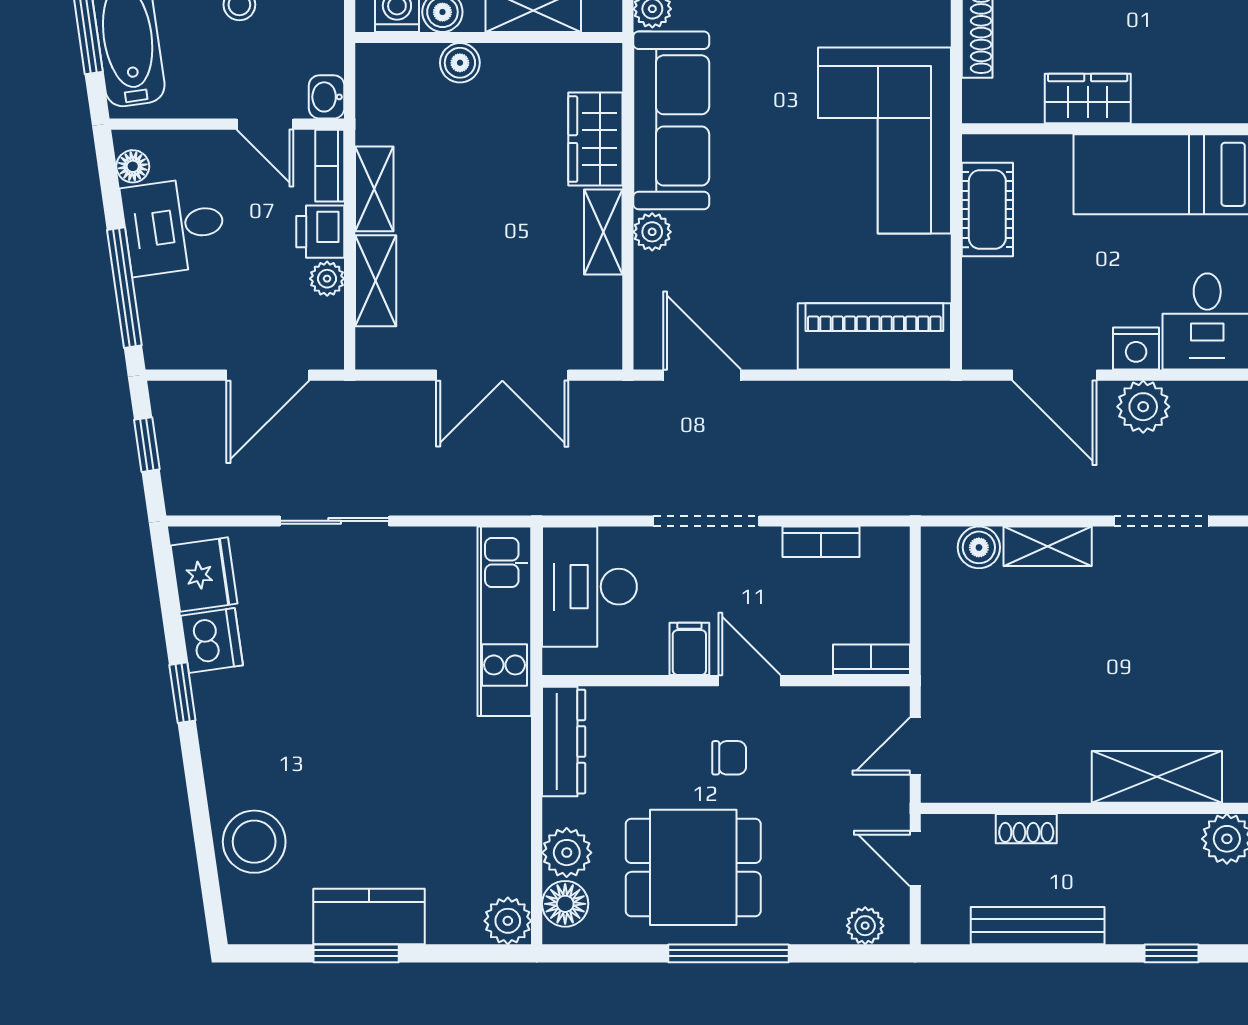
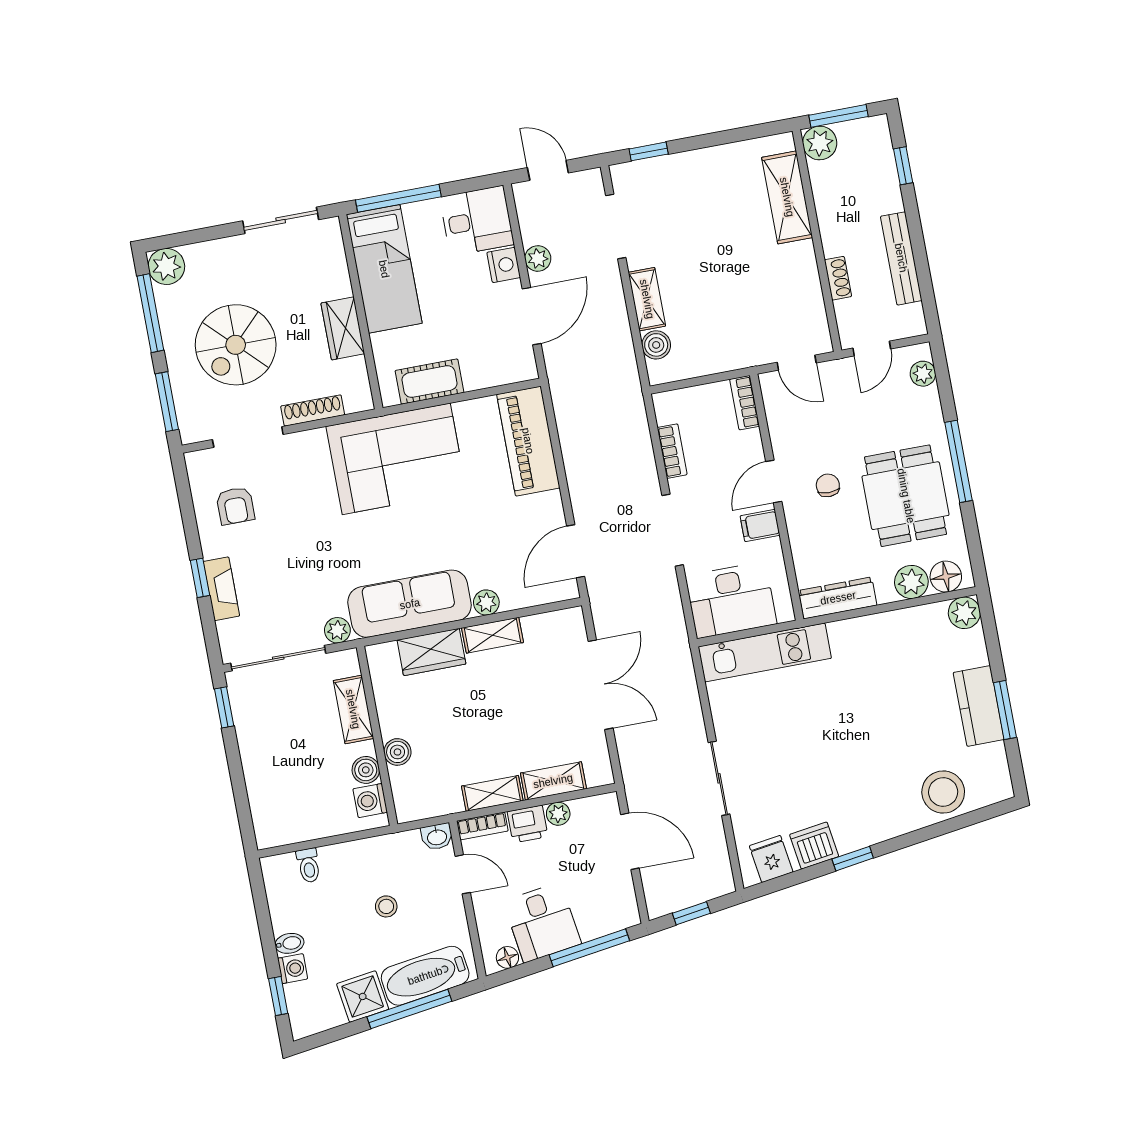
door: (265, 124) -> (463, 874), hinge flipped
plant: (1143, 407) -> (538, 258), width x0.73, depth x0.73
fridge: (204, 575) -> (771, 859), width x0.72

